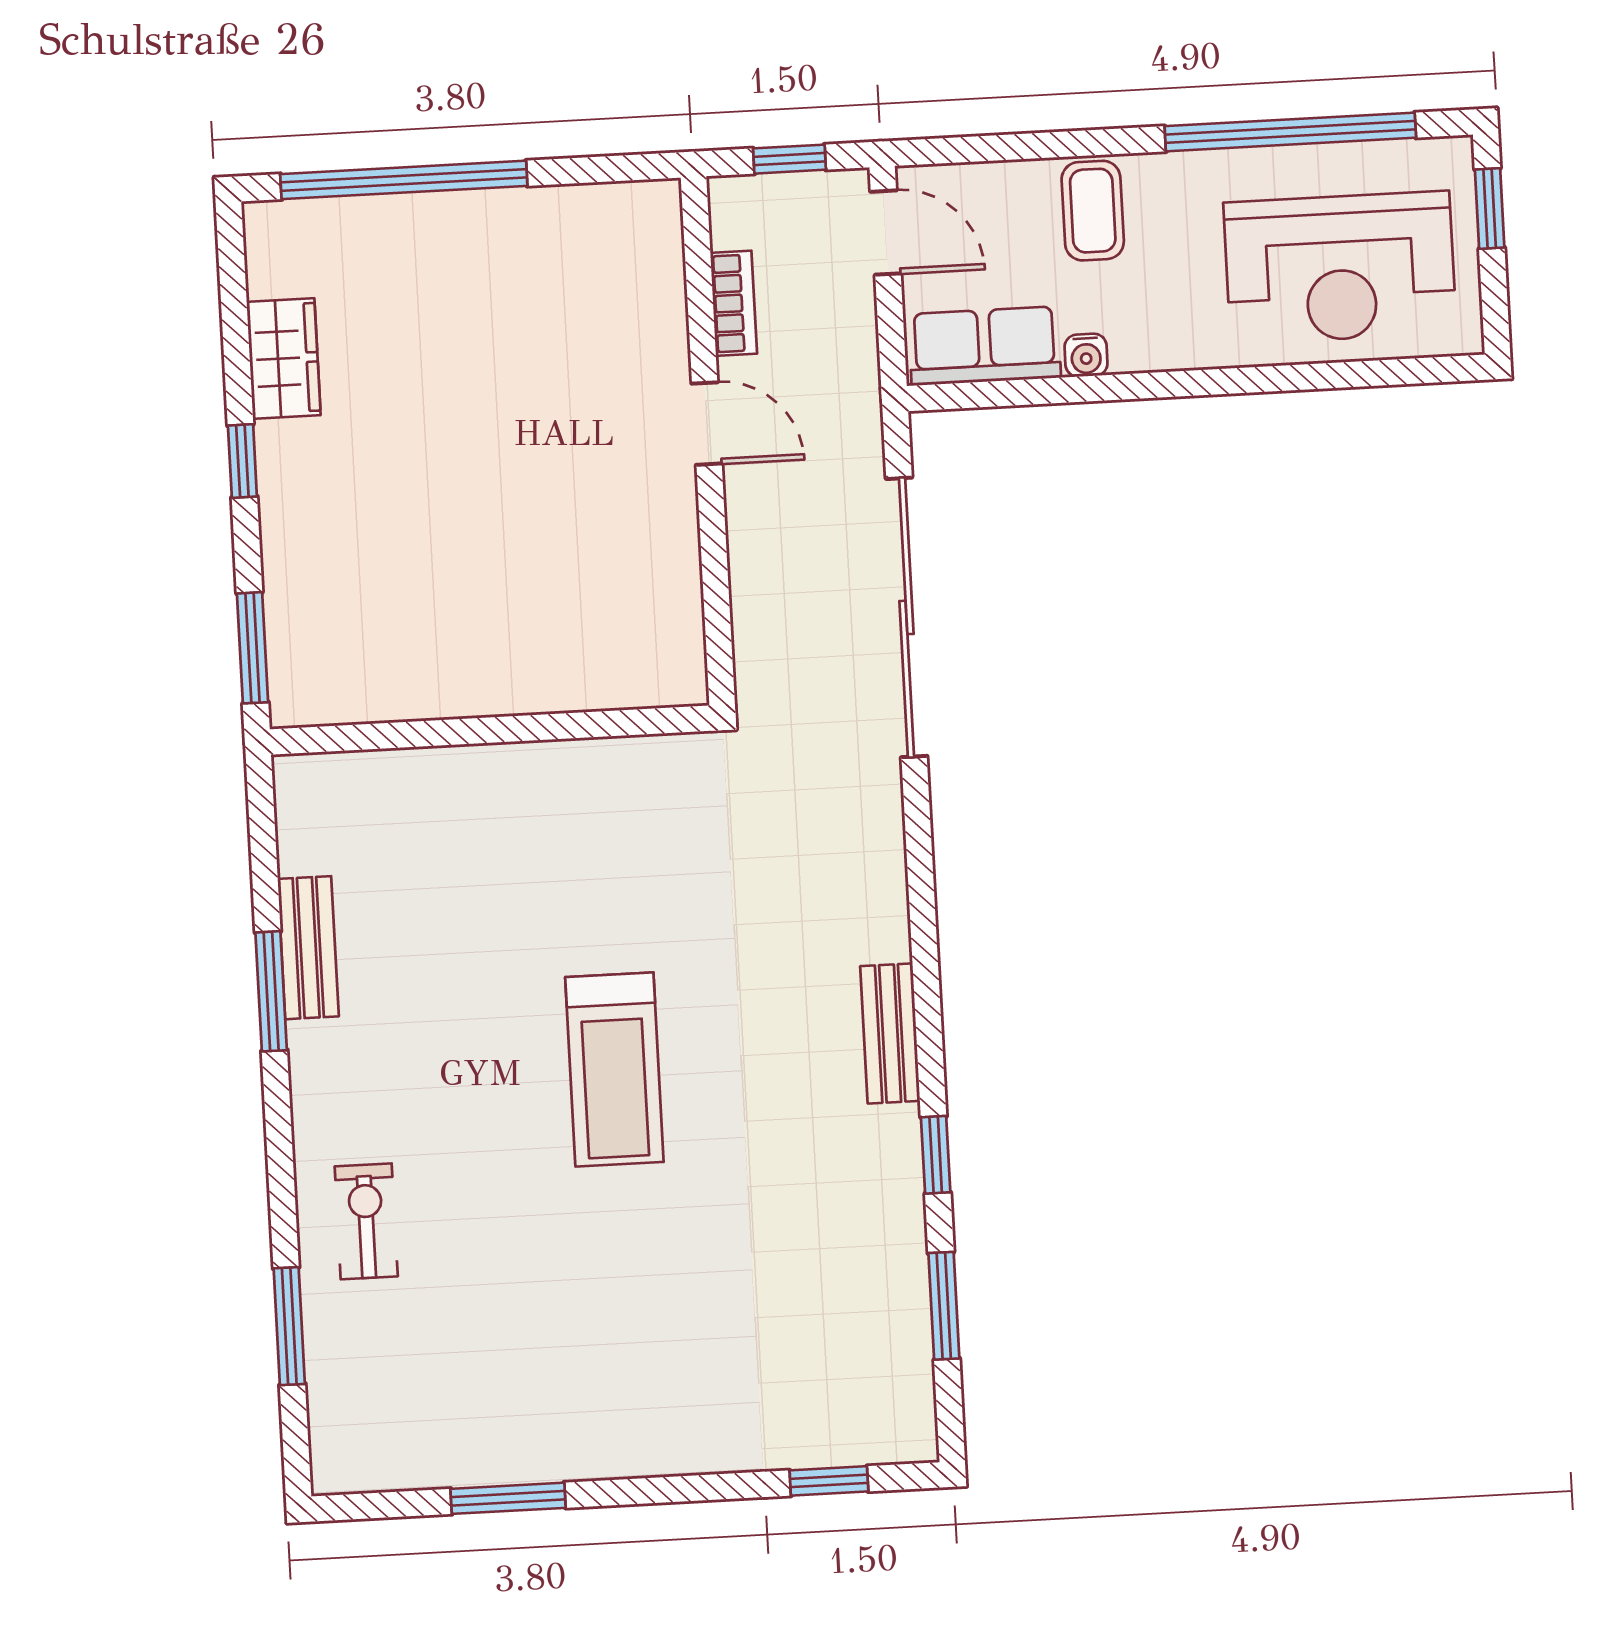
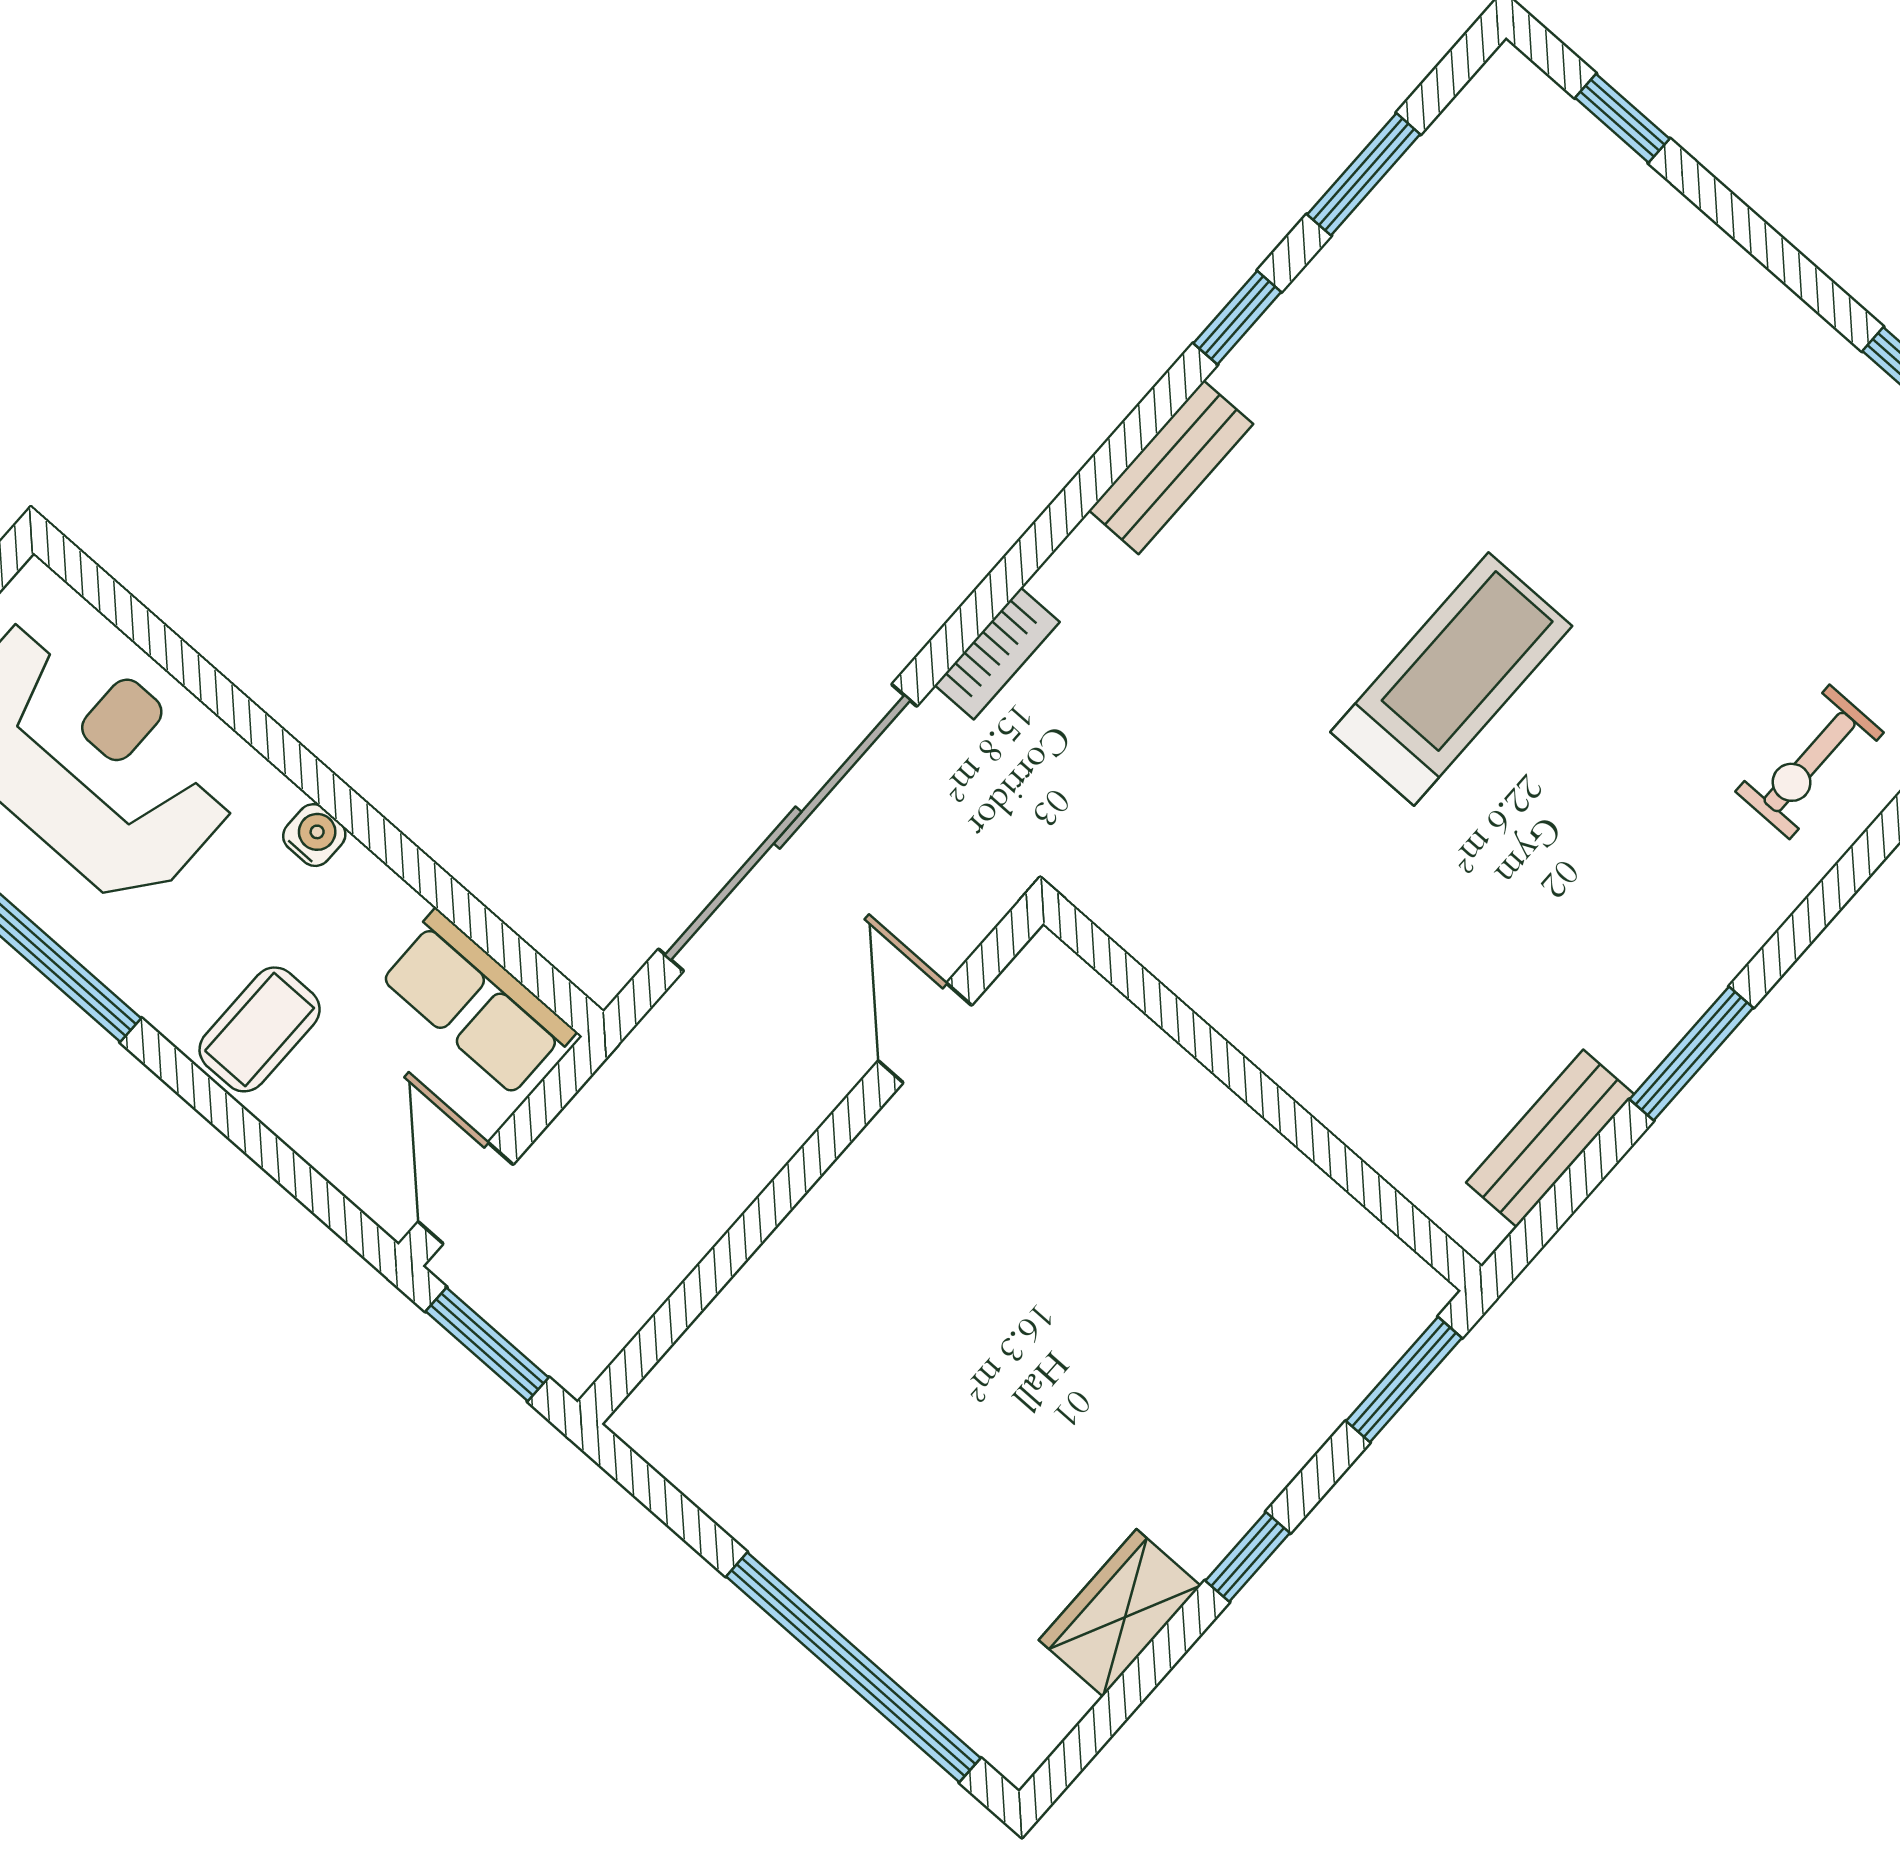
window: (790, 159) -> (487, 1344), width x1.50
bookcase: (734, 303) -> (997, 654), moved, turned 180
water cooler: (1086, 355) -> (314, 835), moved
door: (707, 424) -> (925, 1033), moved
bench: (308, 948) -> (1550, 1138), moved

